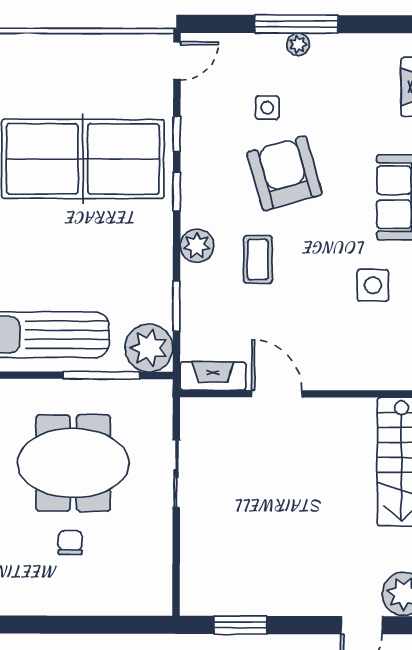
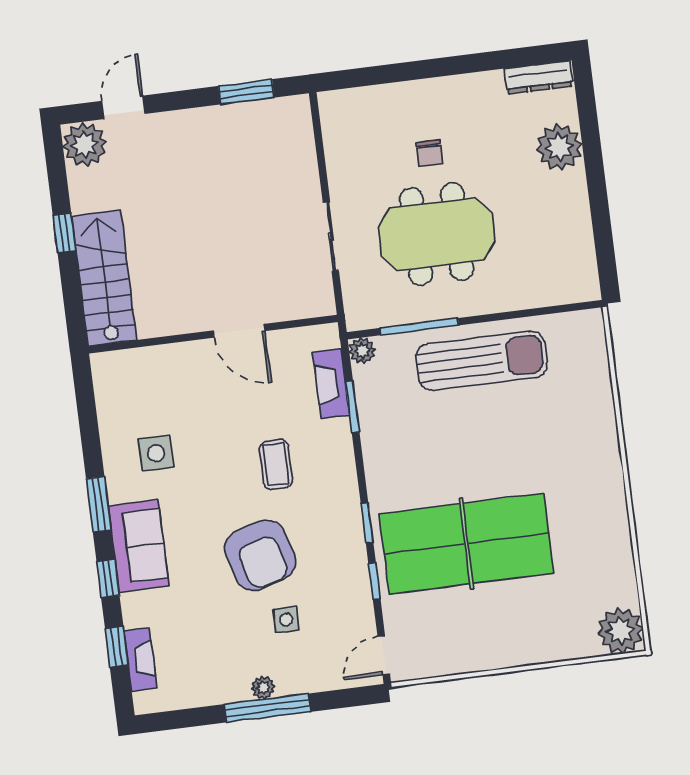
plant: (197, 246) -> (339, 470), removed
plant: (149, 348) -> (362, 351), width x0.53, depth x0.53
fireplace: (213, 376) -> (331, 384), moved, turned 90

